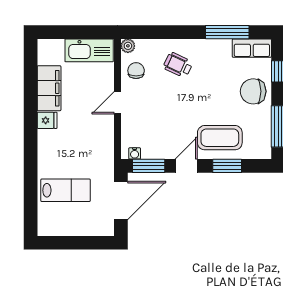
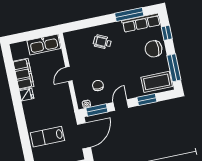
plant: (128, 46) -> (68, 37), removed
row of seats: (252, 48) -> (141, 23), width x1.48
chair: (136, 71) -> (98, 86), moved
coffee table: (220, 138) -> (157, 82), moved
lab bench: (66, 190) -> (47, 137), turned 180

